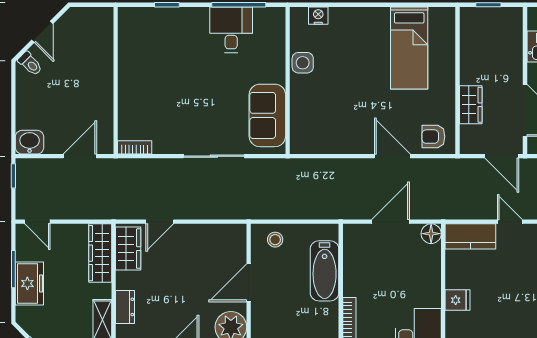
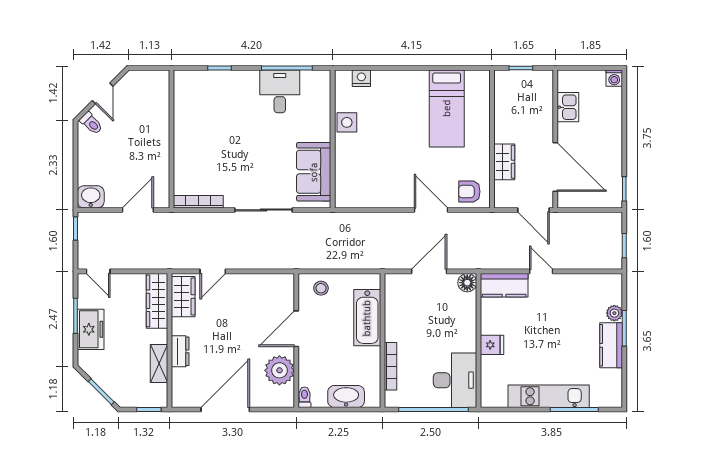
bookcase: (135, 147) -> (198, 202), width x1.56

